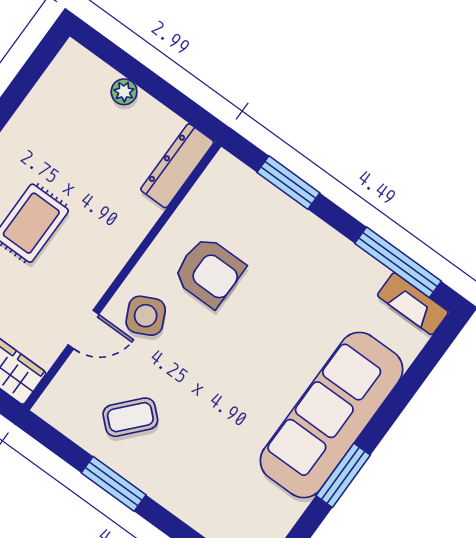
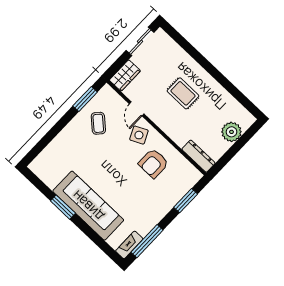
plant: (124, 92) -> (231, 132), width x1.88, depth x1.88
window: (114, 484) -> (85, 99), moved

